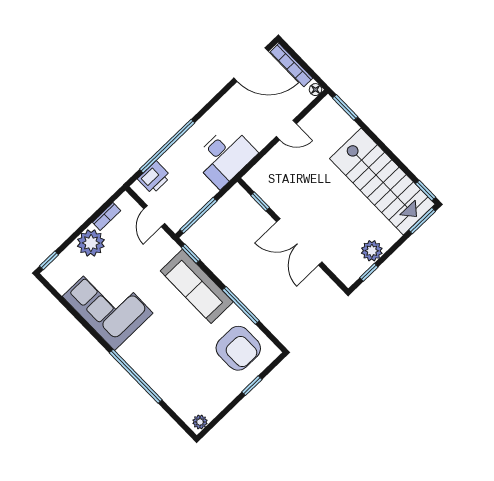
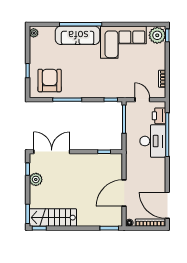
door: (251, 65) -> (167, 205), hinge flipped
door: (286, 130) -> (124, 193), width x1.88
desk: (225, 156) -> (153, 141), moved, turned 180
stairs: (382, 181) -> (53, 218), width x0.73, depth x0.66
double door: (299, 242) -> (52, 152), moved
plant: (91, 243) -> (157, 35), moved
sofa: (197, 286) -> (78, 35), moved, turned 180
armchair: (238, 348) -> (50, 81), turned 90

